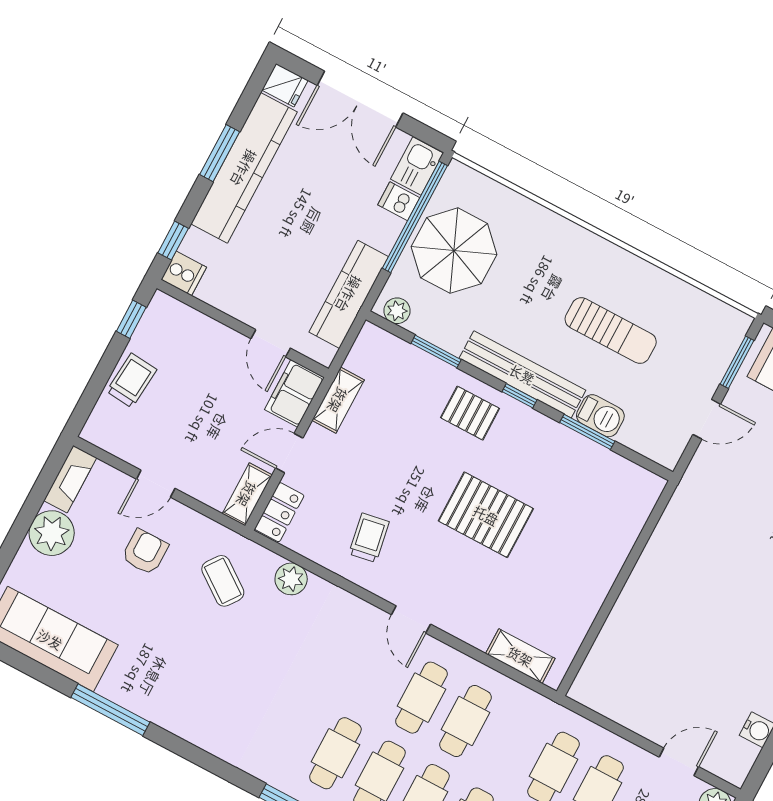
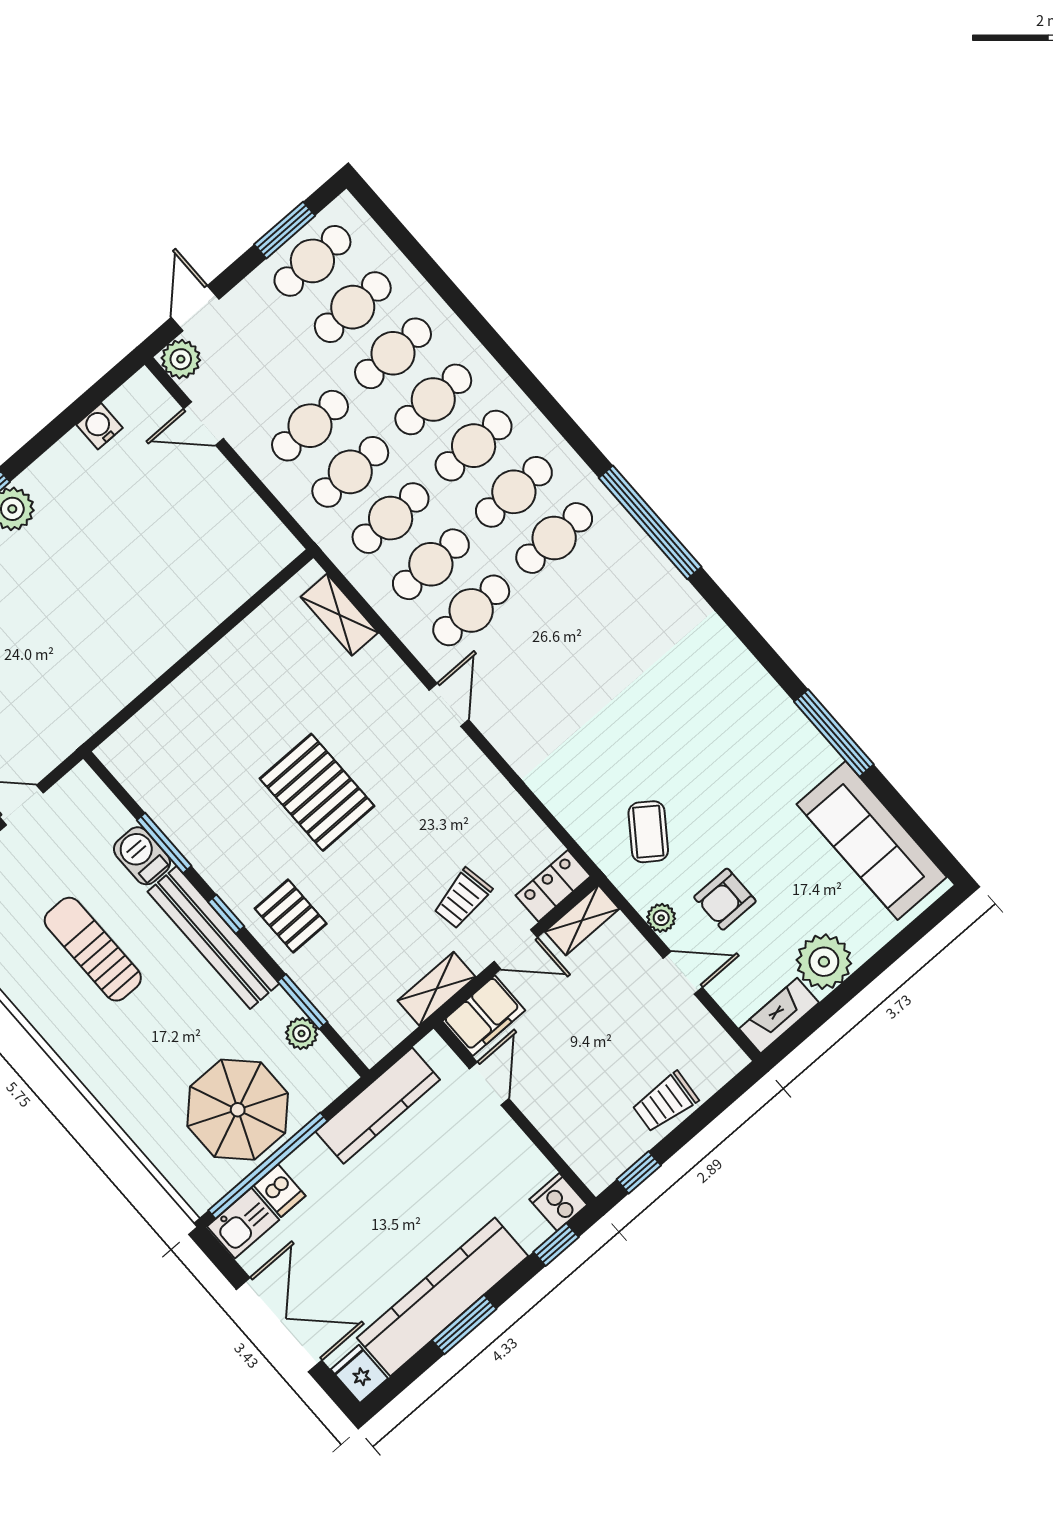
plant: (397, 311) -> (302, 1033), moved
trolley: (369, 538) -> (463, 898), moved
plant: (291, 579) -> (661, 918), moved, width x0.73, depth x0.73
cafe table: (335, 753) -> (391, 518), moved

